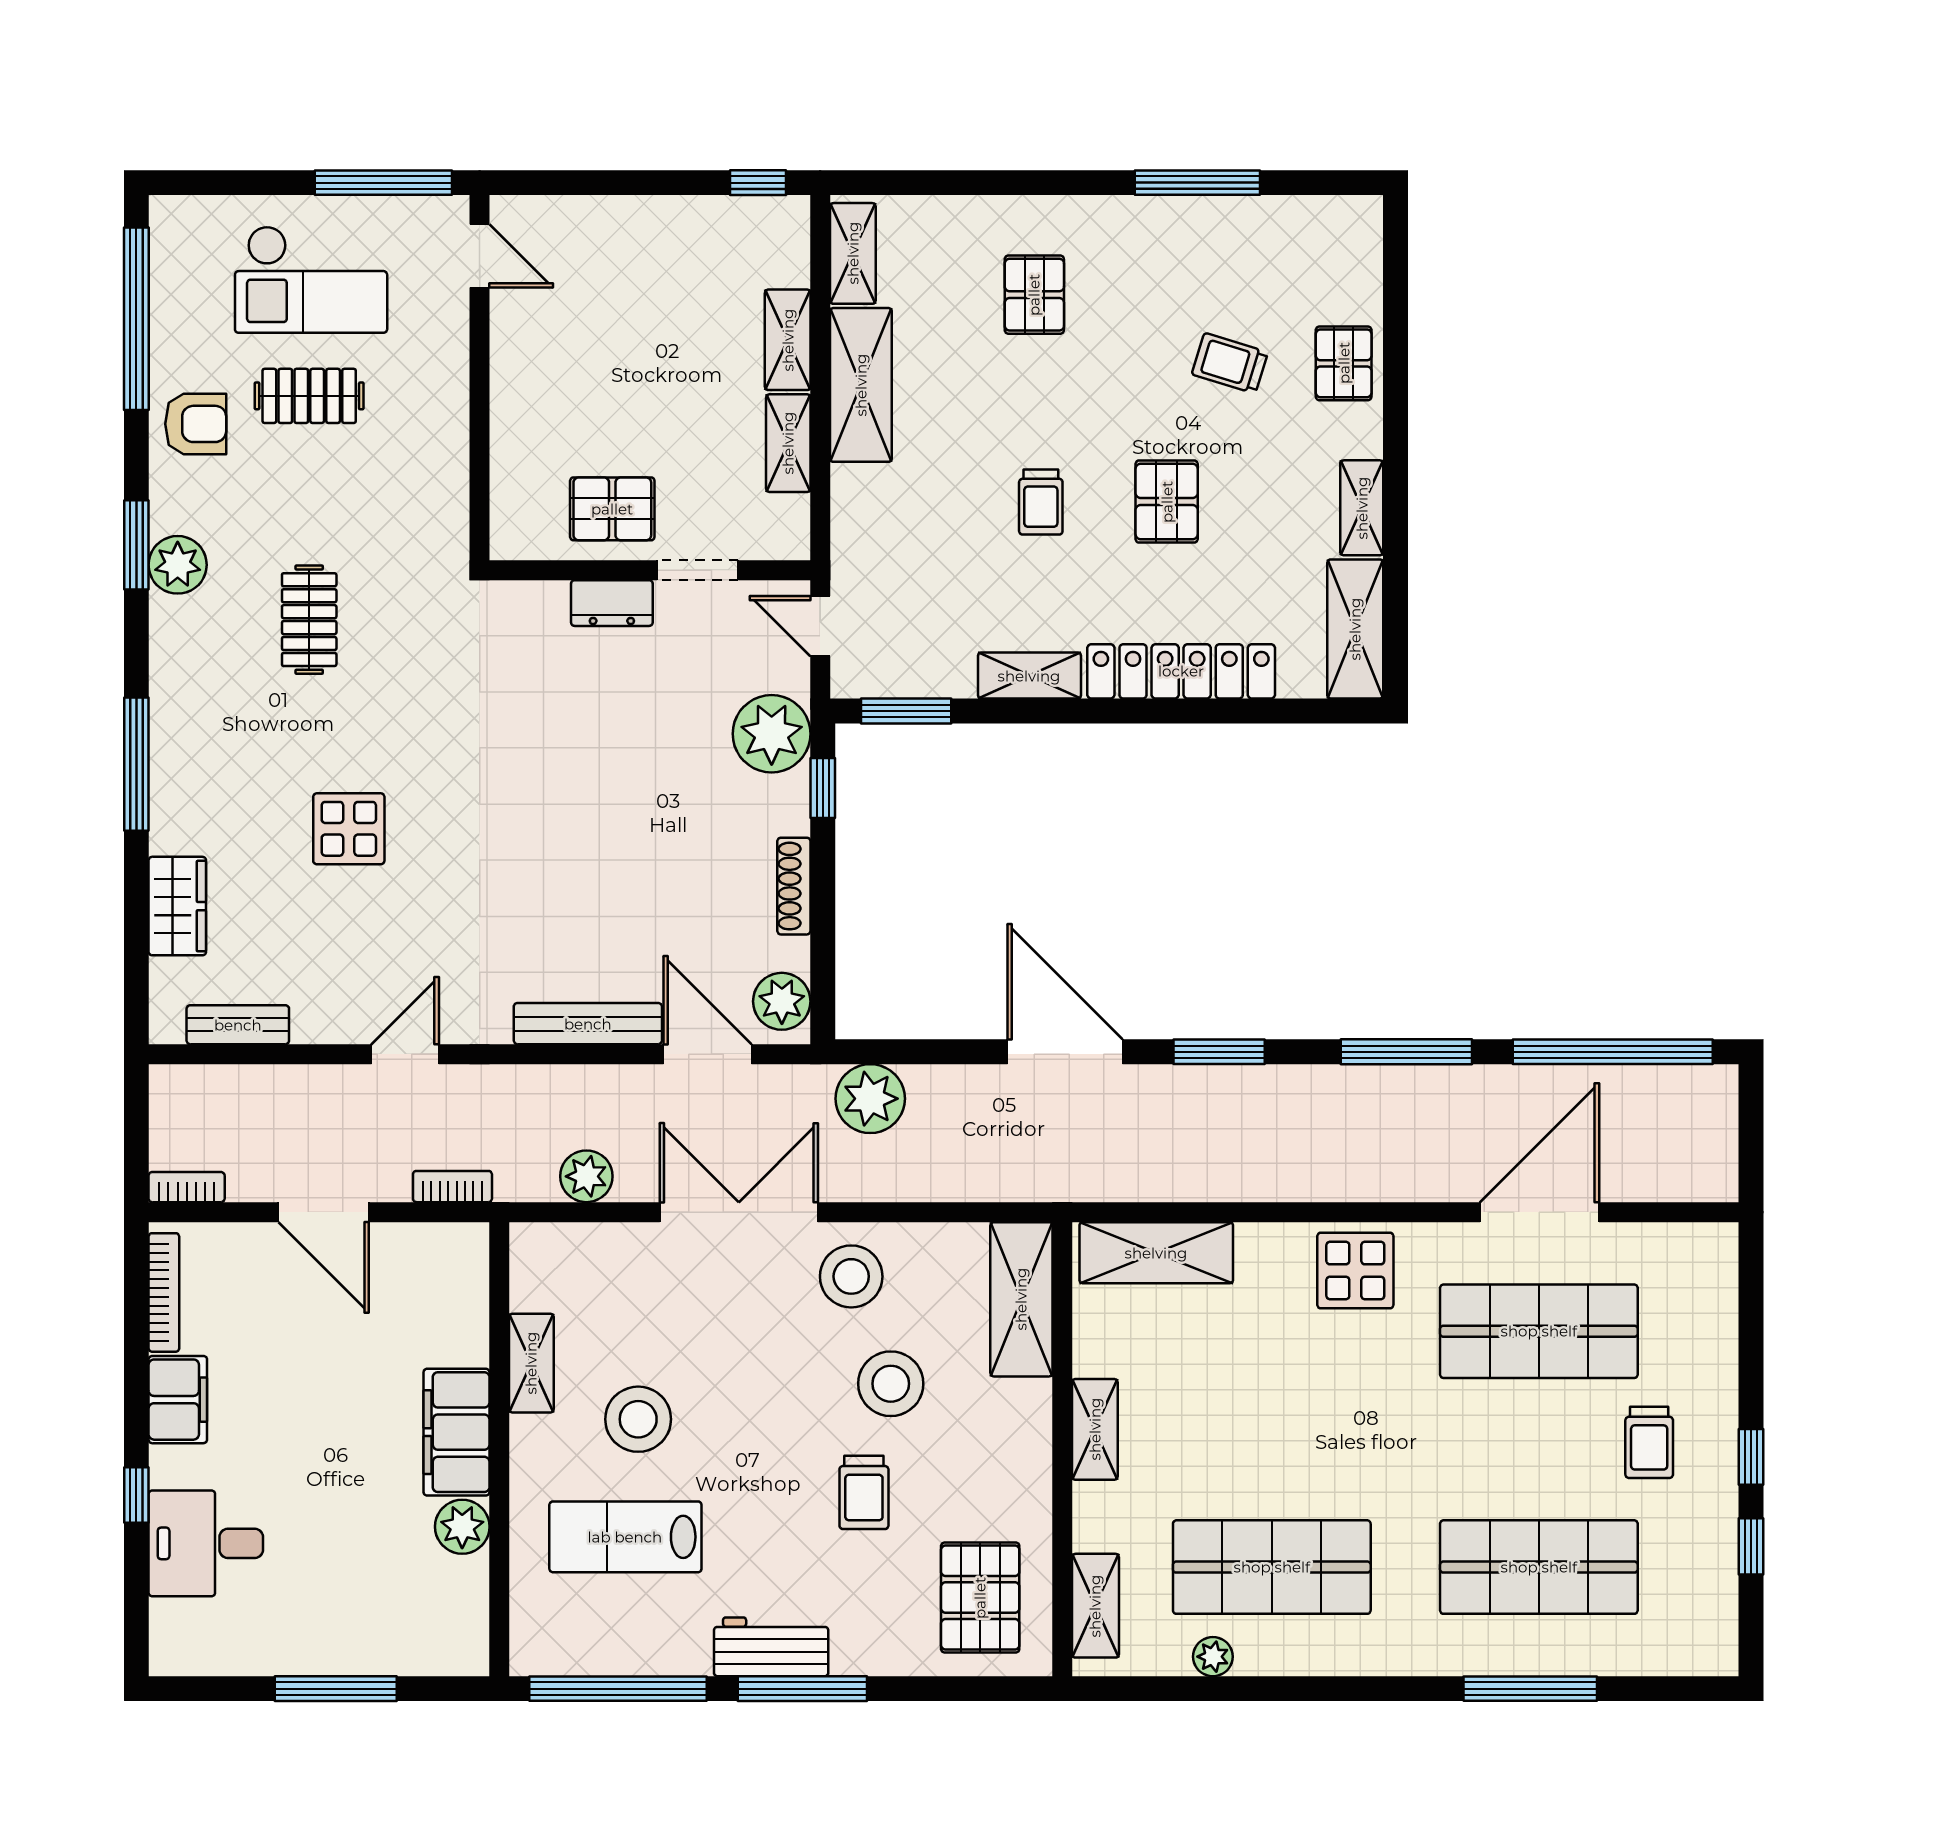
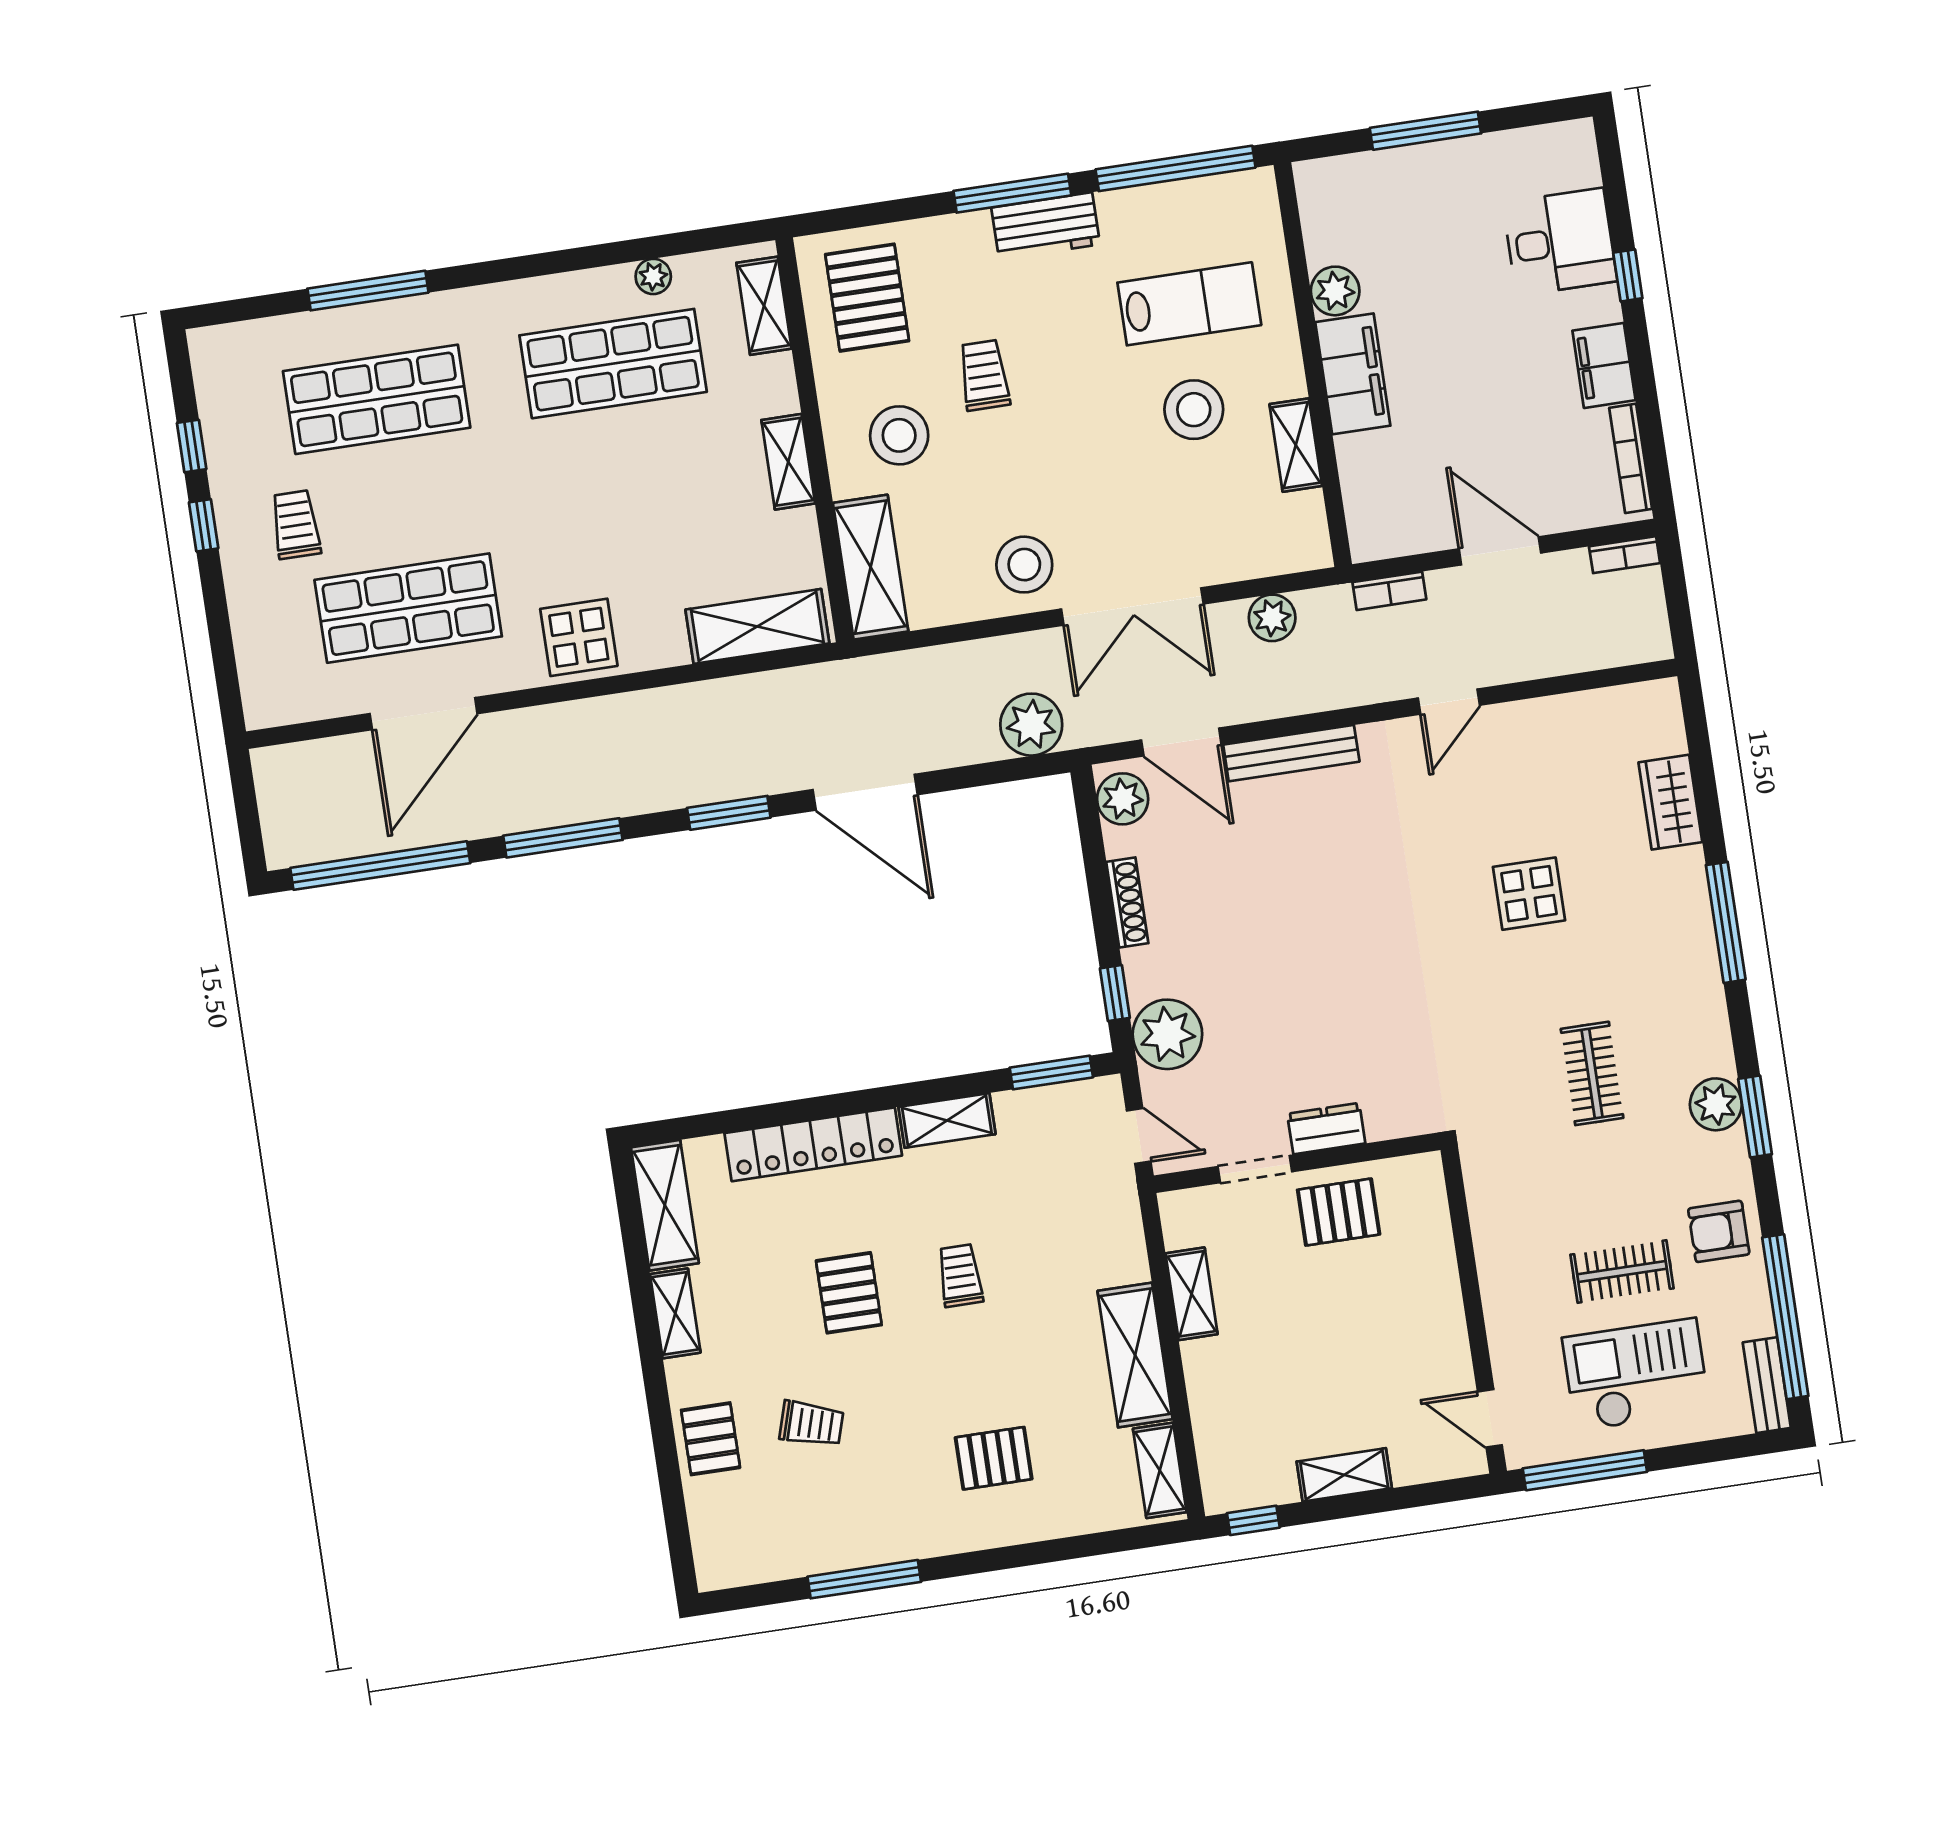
pallet: (1034, 295) -> (994, 1458), turned 90
shelving: (788, 340) -> (1344, 1475), moved, turned 90
bench: (238, 1025) -> (1767, 1385), moved, turned 90
stool: (891, 1384) -> (899, 435), moved

